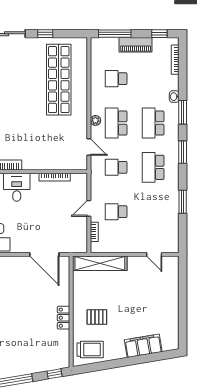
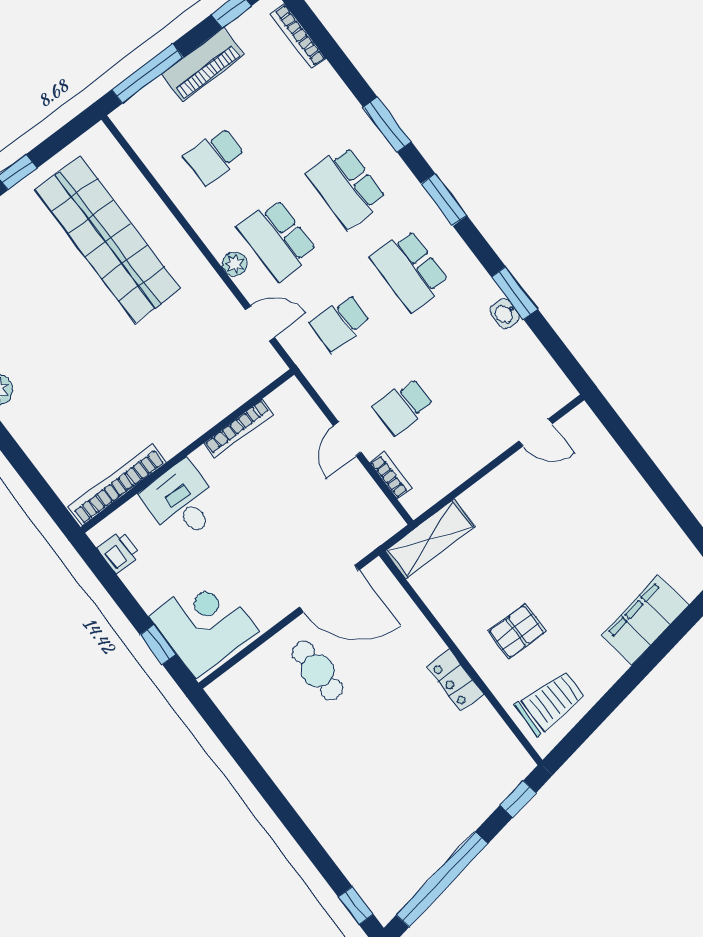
washbasin: (174, 97) -> (505, 313), moved
shelving: (100, 263) -> (430, 539), width x0.68
cafe table: (19, 279) -> (317, 671), added

